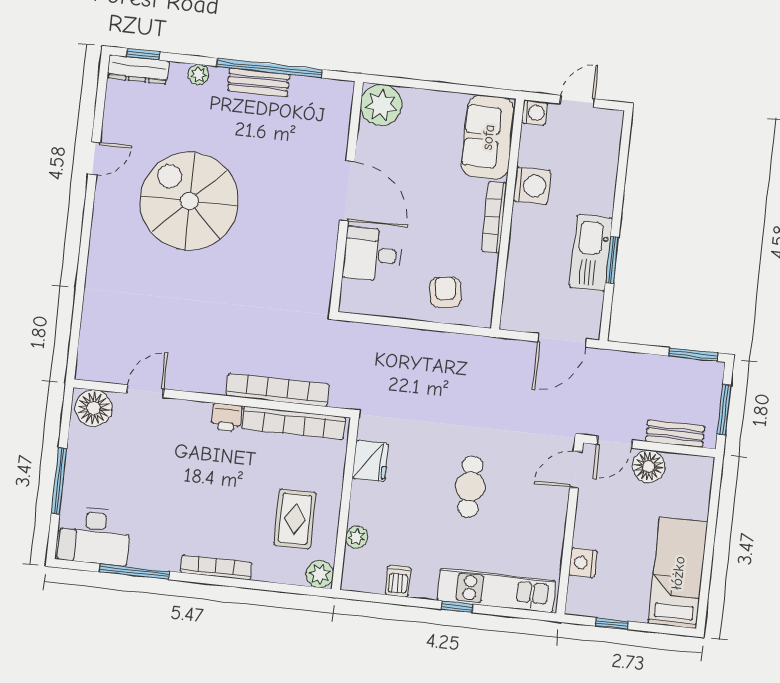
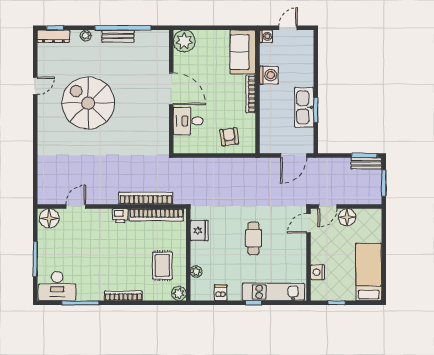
bench: (675, 434) -> (366, 163), moved

